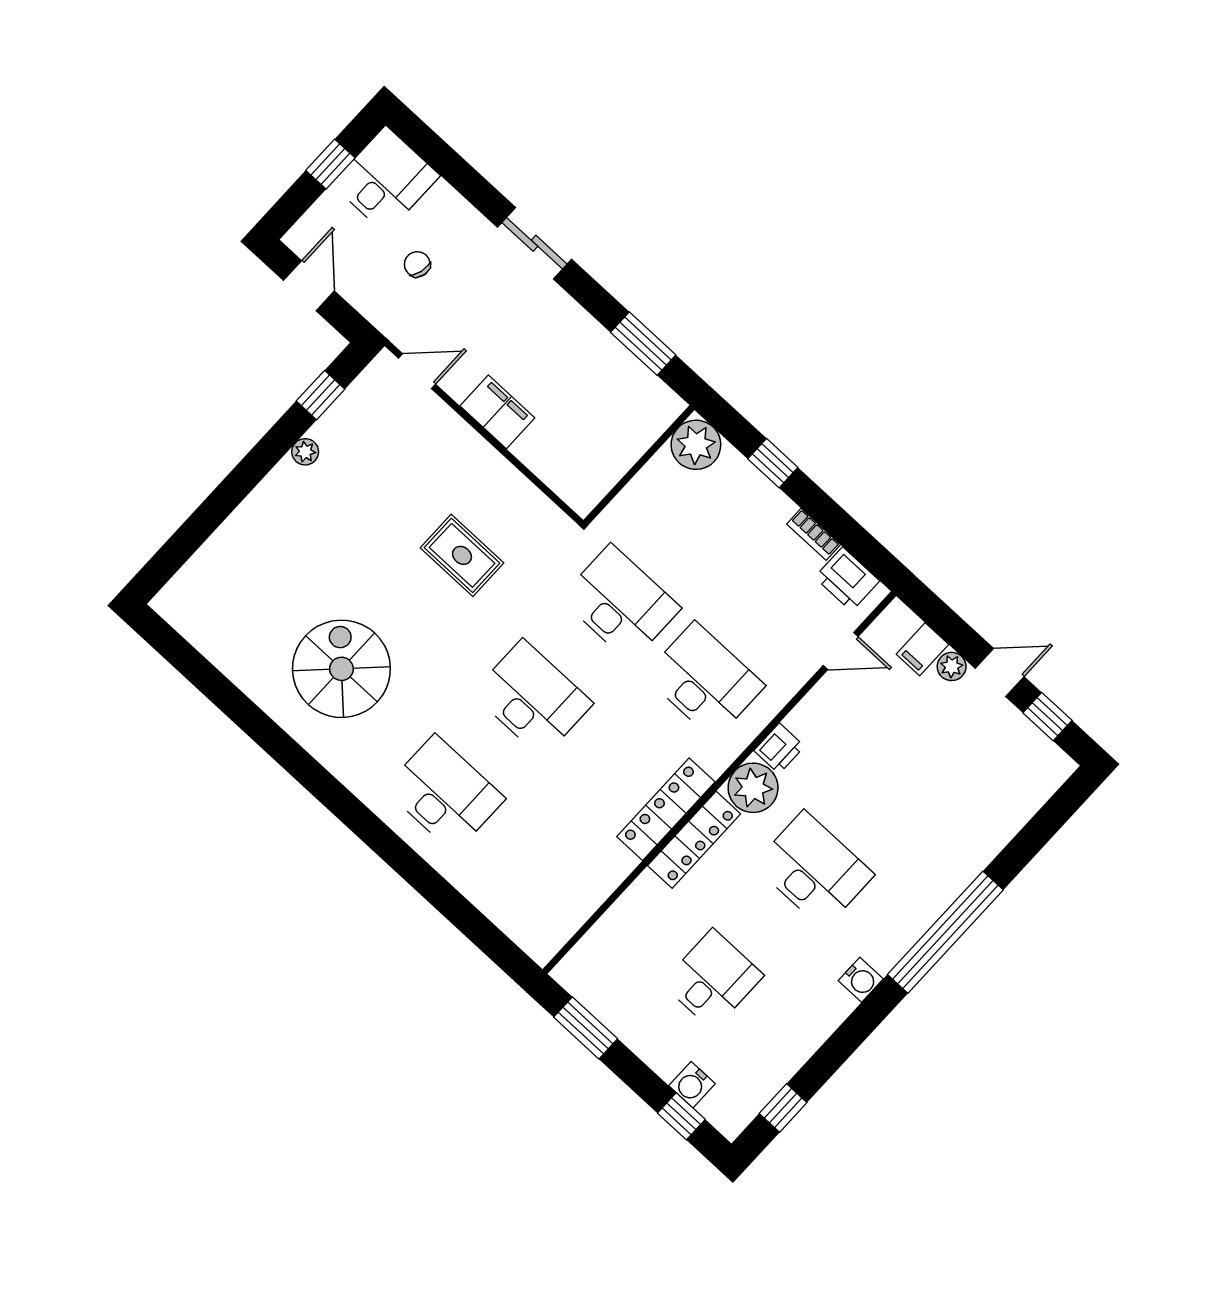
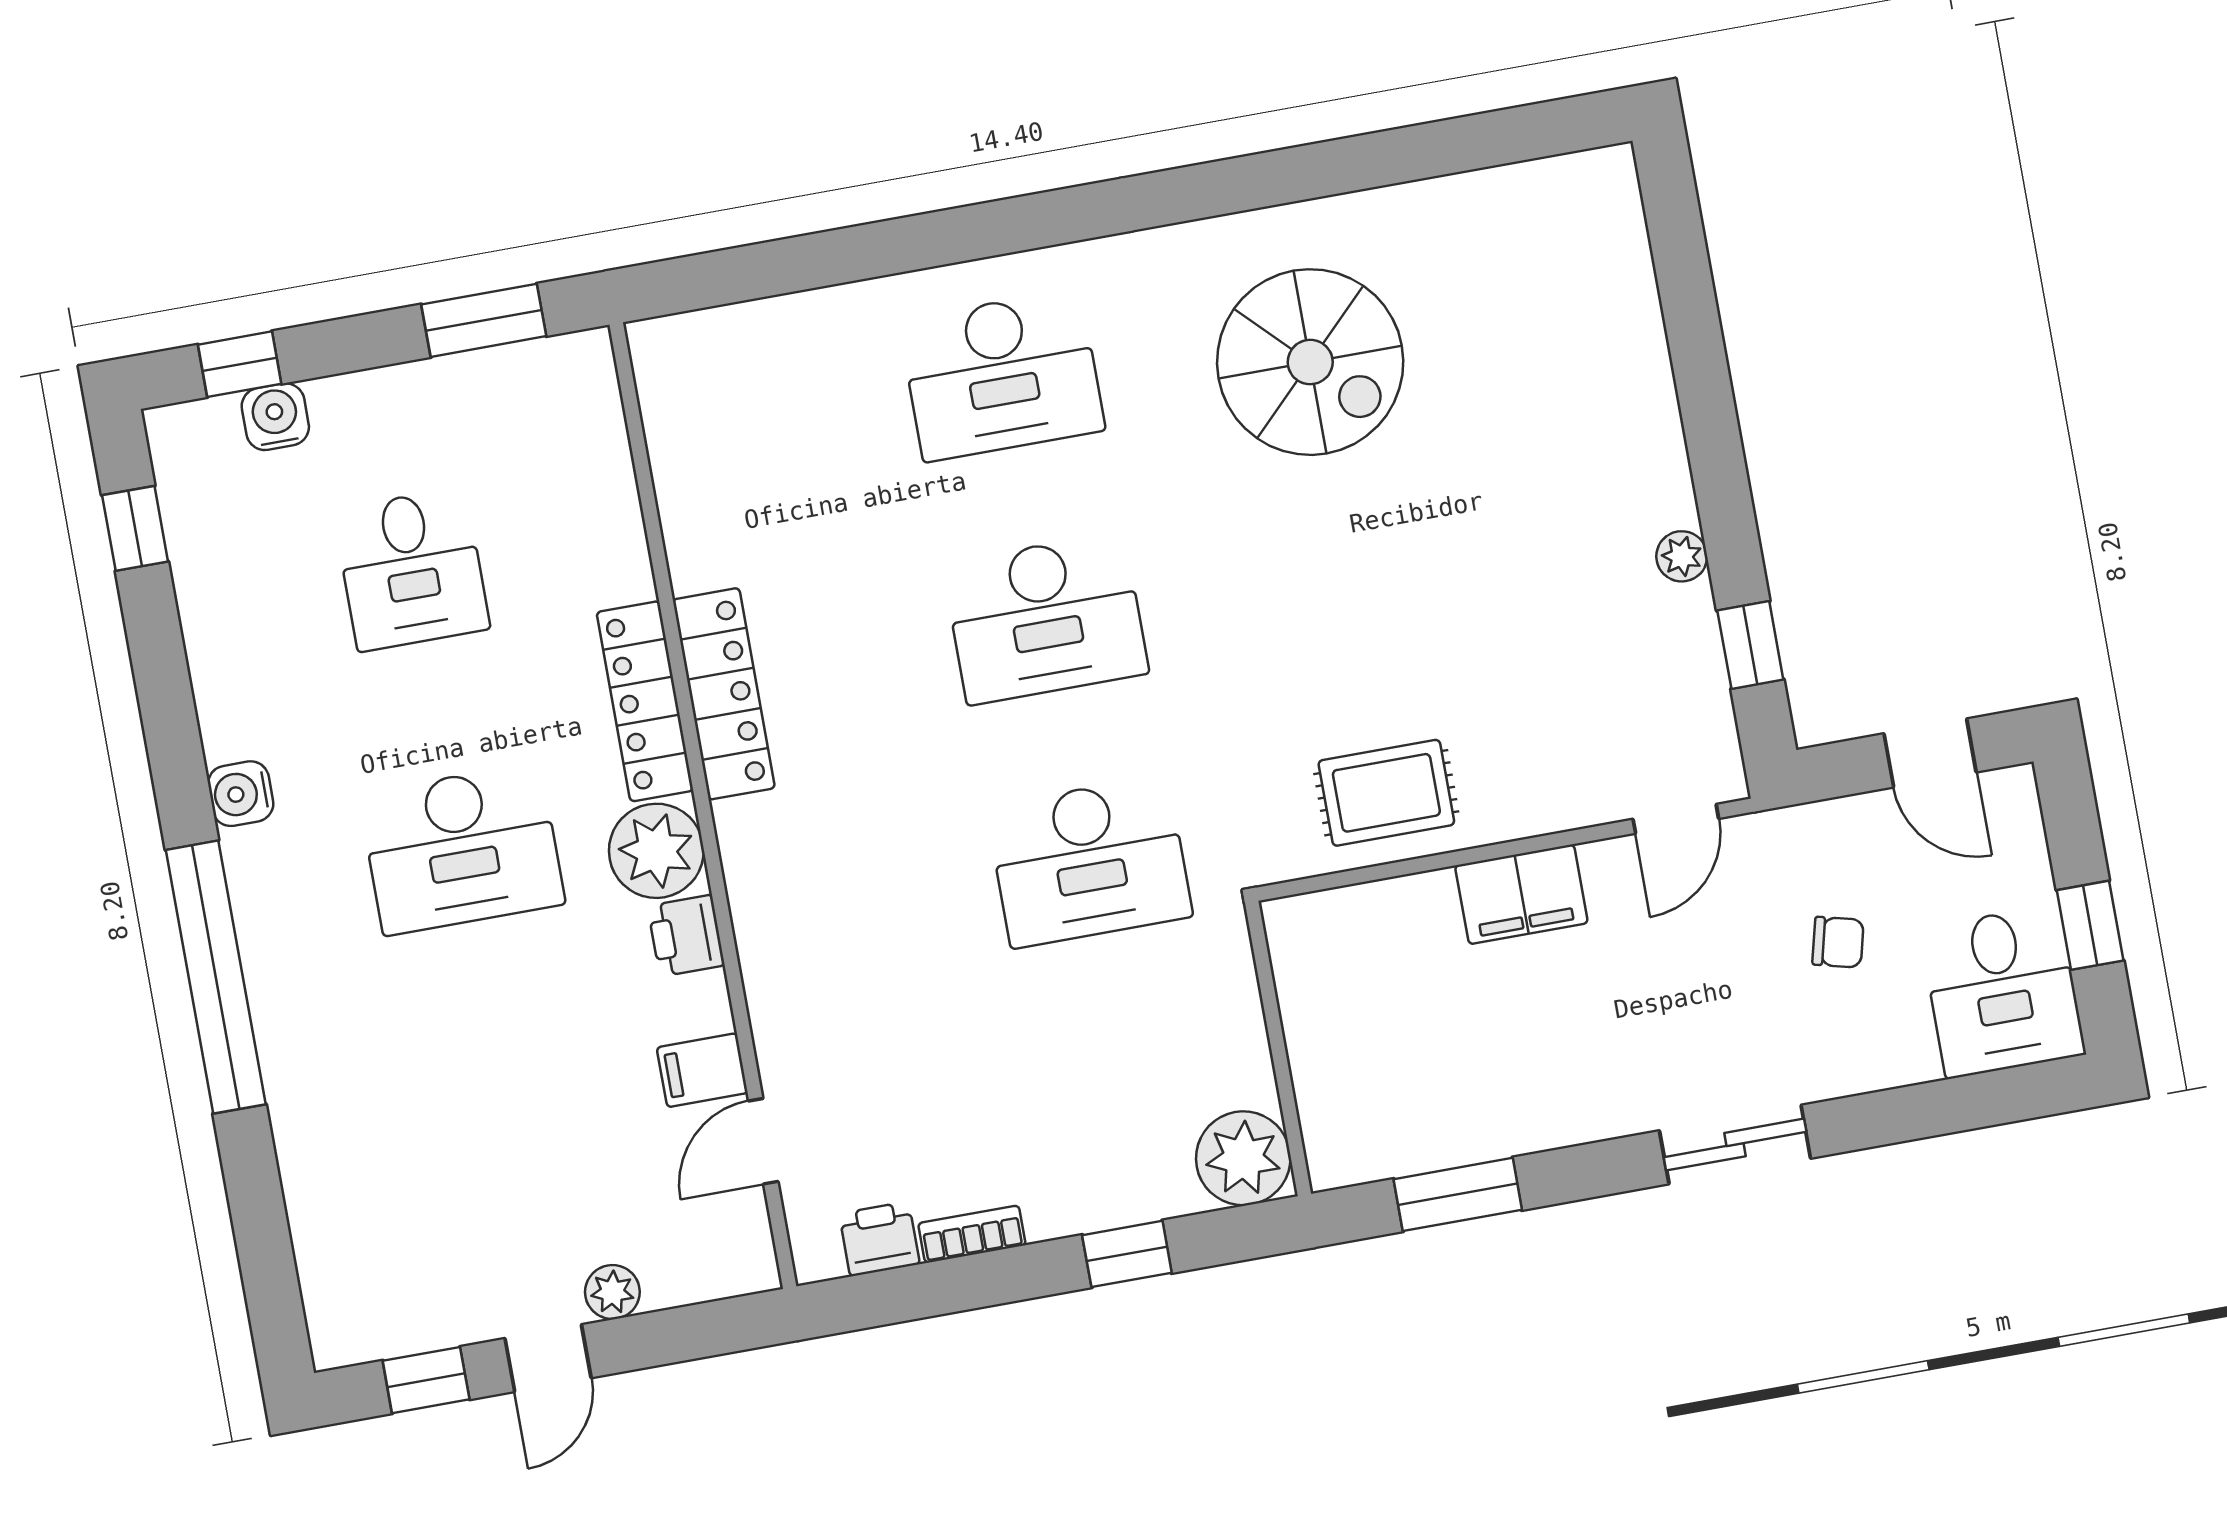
rug: (462, 555) -> (1386, 793), moved
printer: (847, 579) -> (879, 1239), width x0.73, depth x0.81
filing cabinet: (922, 649) -> (702, 1070), moved, turned -90
desk: (704, 681) -> (875, 900), removed

